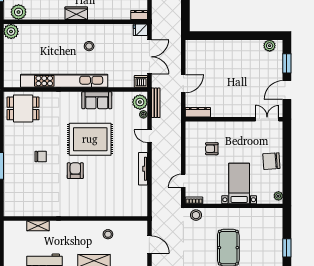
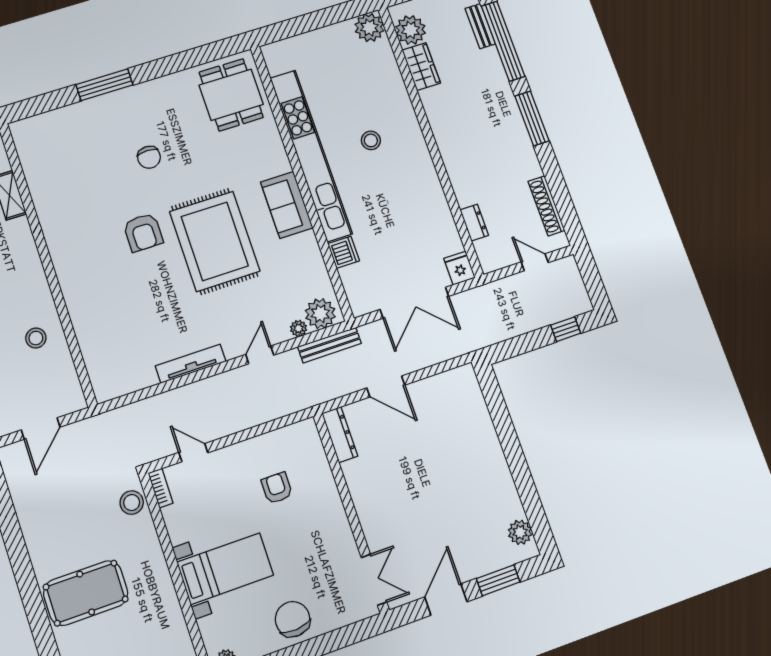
wardrobe: (76, 13) -> (421, 67), moved
dresser: (139, 15) -> (474, 223), moved
stool: (89, 46) -> (371, 140), moved
dishwasher: (141, 81) -> (344, 252), moved
door: (287, 90) -> (446, 599), hinge flipped
sofa: (97, 100) -> (287, 205), moved
armchair: (75, 171) -> (143, 232), turned 90

